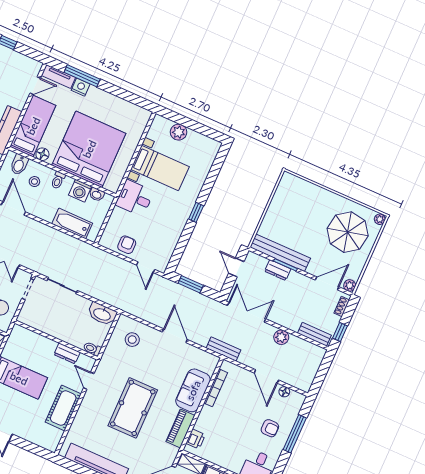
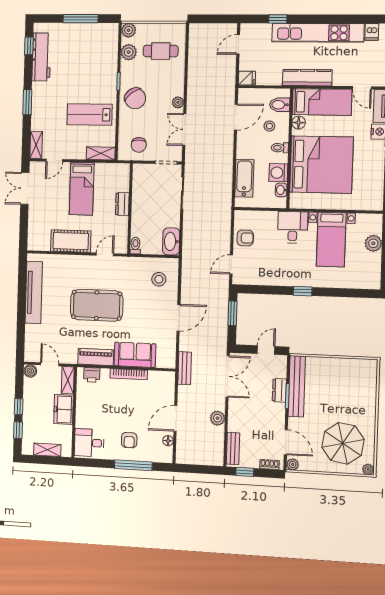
dresser: (67, 353) -> (122, 204), moved
bookcase: (216, 388) -> (129, 374), moved

